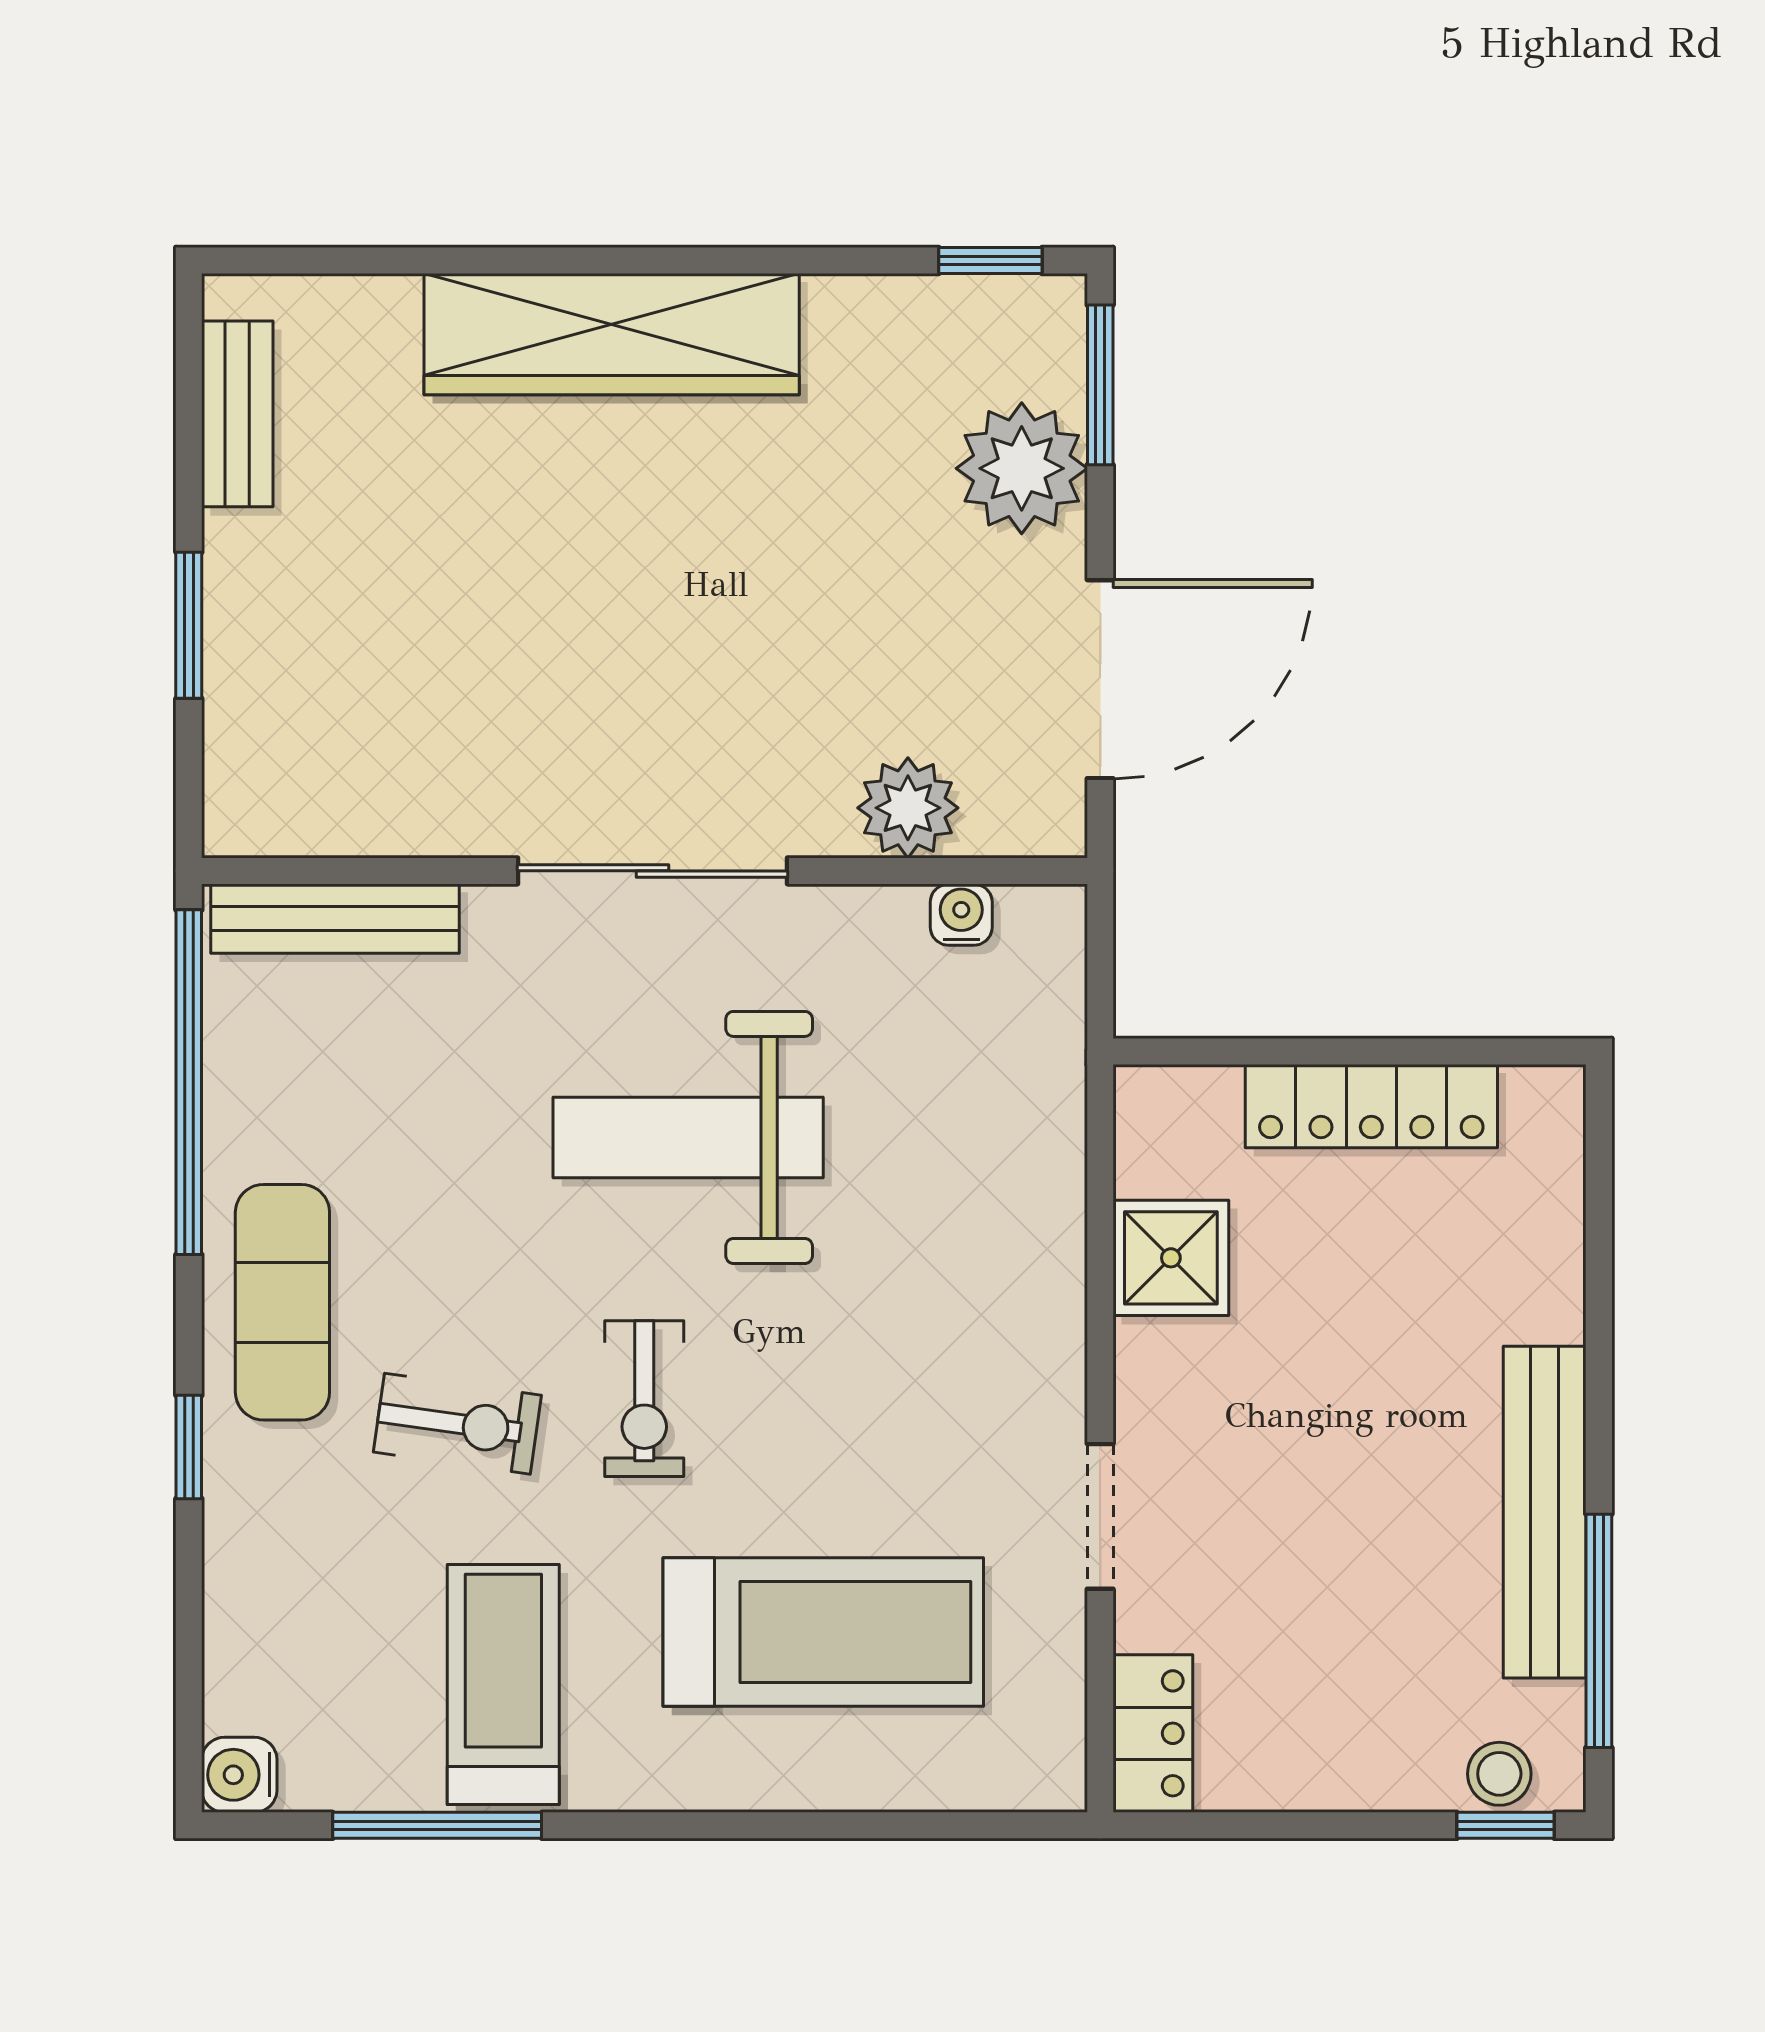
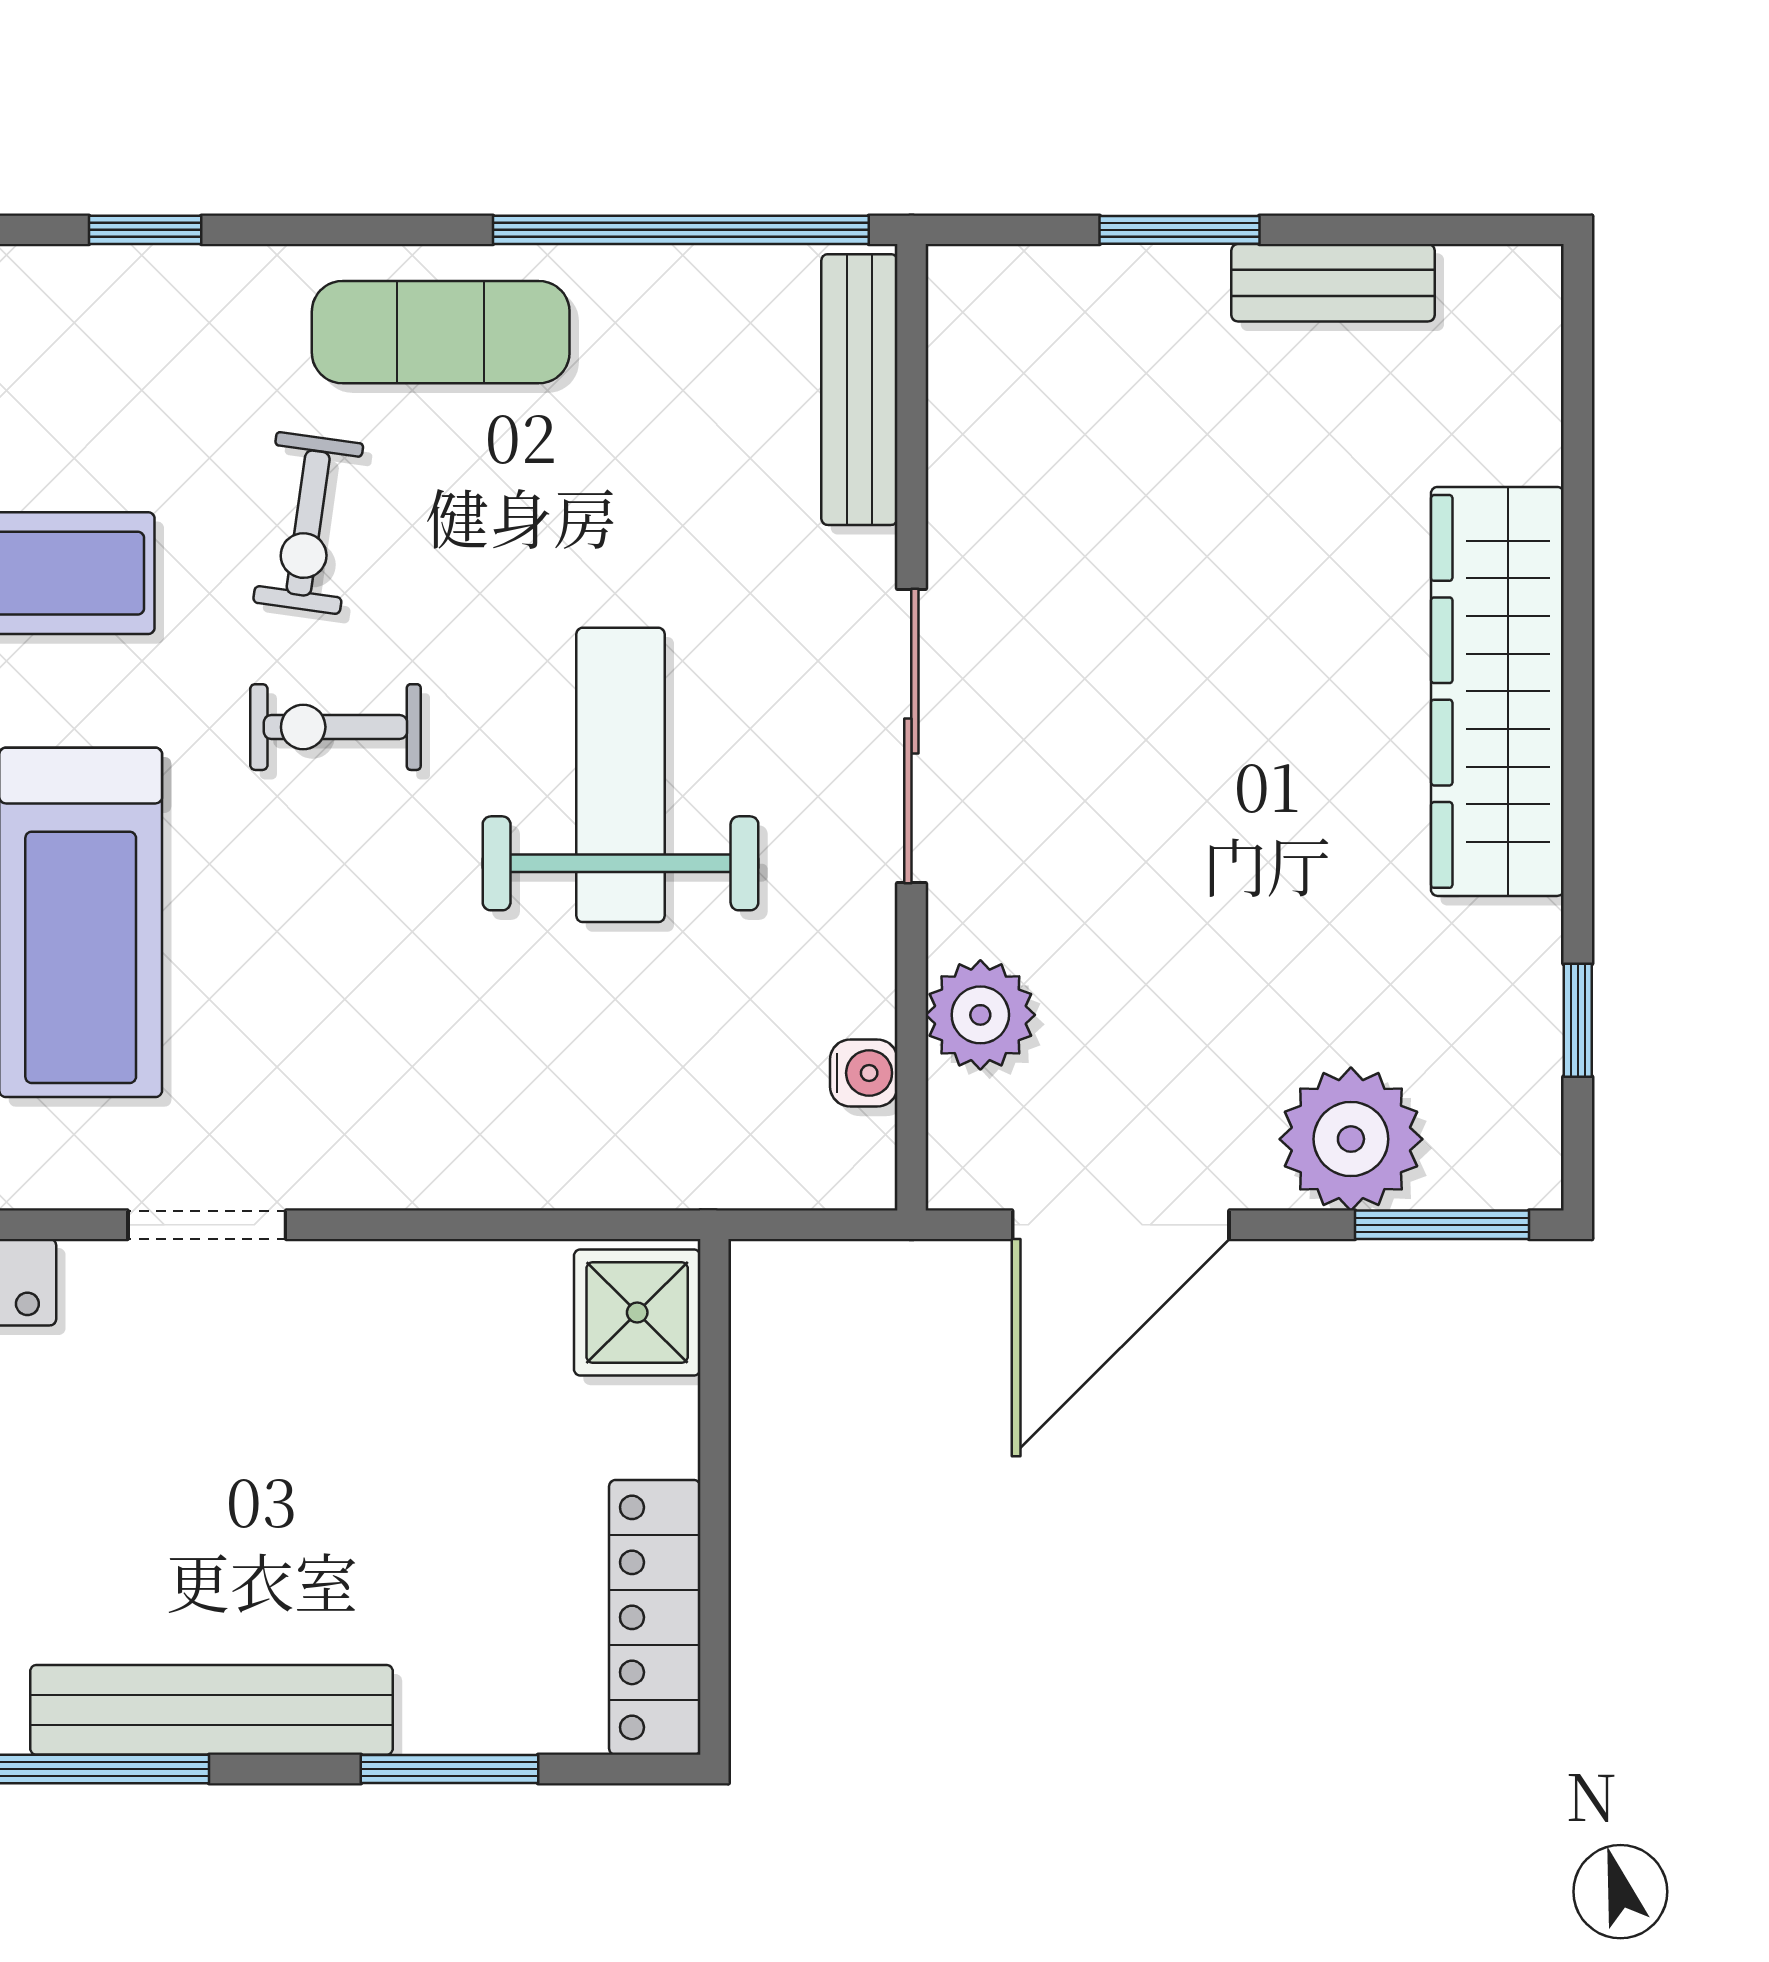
window: (990, 261) -> (1578, 1020), moved
bench: (237, 414) -> (1333, 283), moved
door: (1100, 679) -> (1121, 1225), hinge flipped
locker: (1371, 1106) -> (655, 1617), moved
shower: (1171, 1258) -> (637, 1312), moved
window: (1599, 1294) -> (449, 1769), added
window: (189, 1447) -> (145, 230), moved

